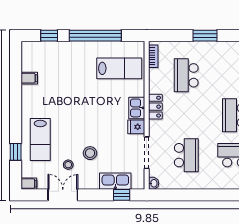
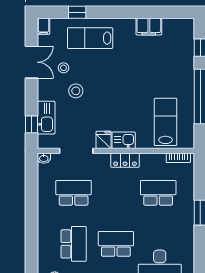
lab bench: (119, 68) -> (166, 122), turned 180
filing cabinet: (29, 78) -> (149, 27), width x2.00
school desk: (186, 155) -> (74, 193), turned 180

